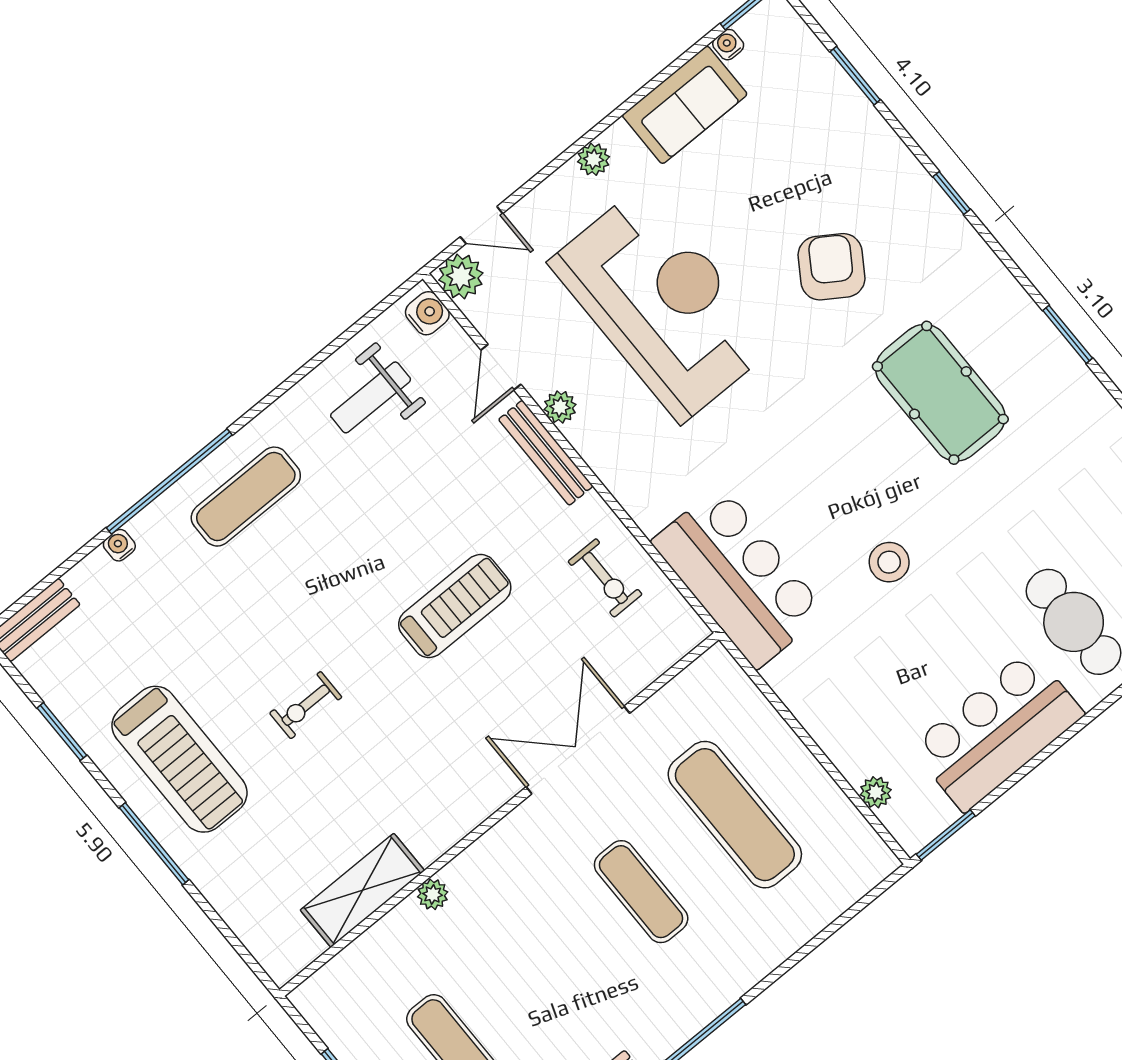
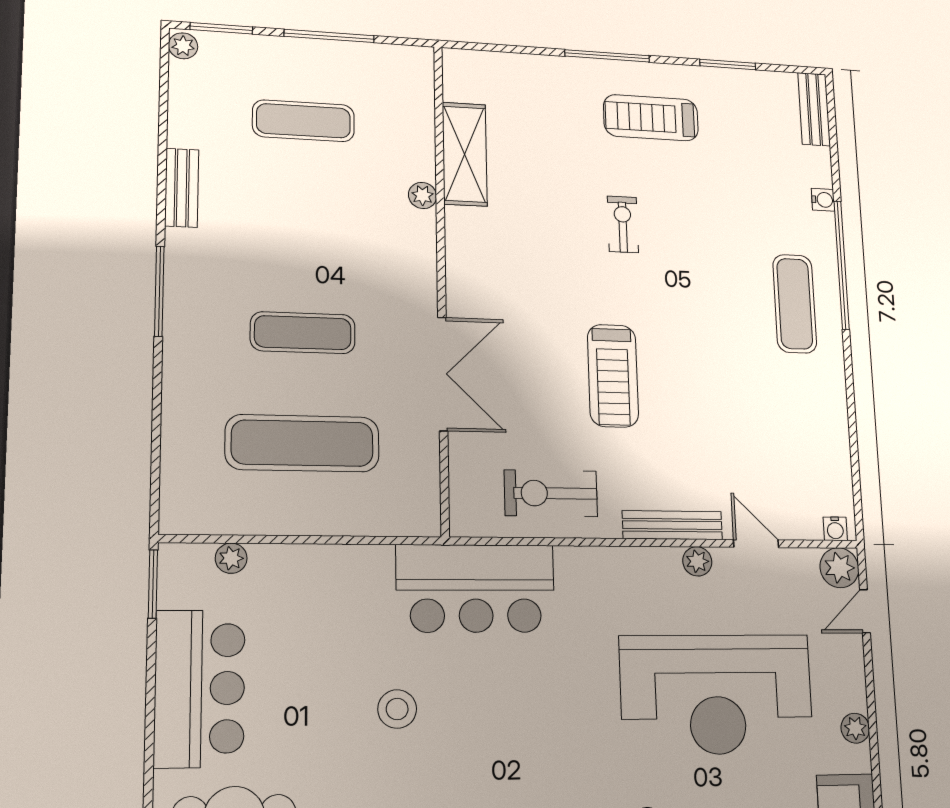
water cooler: (427, 313) -> (835, 529), width x0.72, depth x0.72
weight bench: (371, 397) -> (801, 439), removed
exercise bike: (605, 578) -> (551, 493), width x1.38, depth x1.39
treadmill: (180, 759) -> (651, 118), width x0.73, depth x0.73

